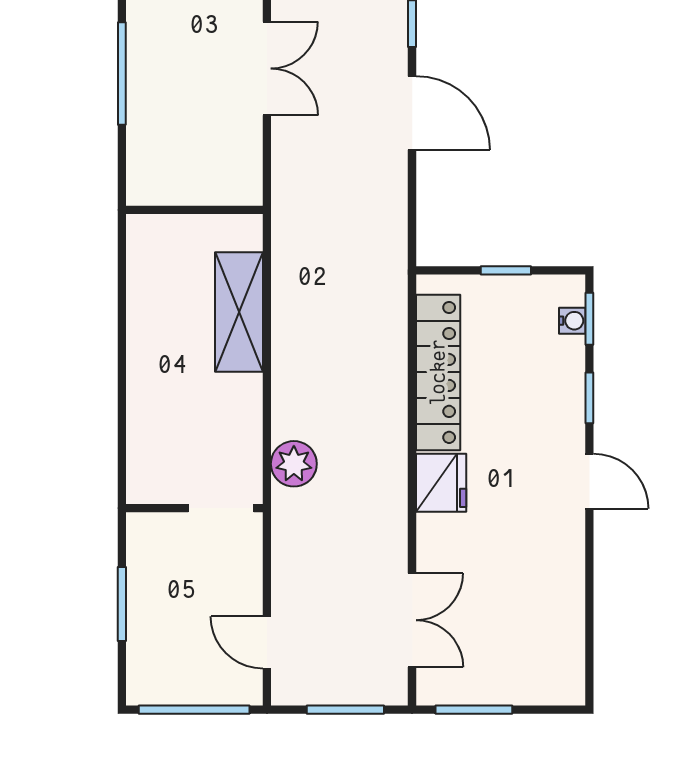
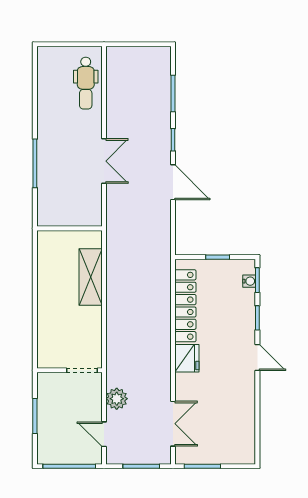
plant: (294, 464) -> (117, 399), moved

